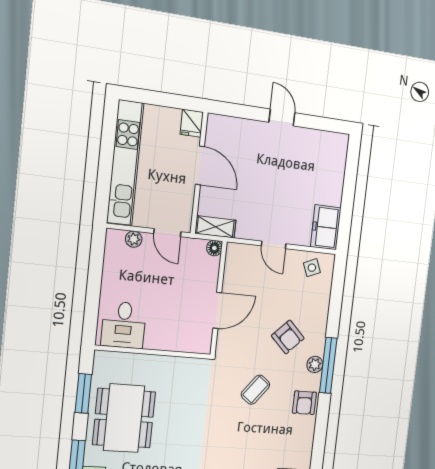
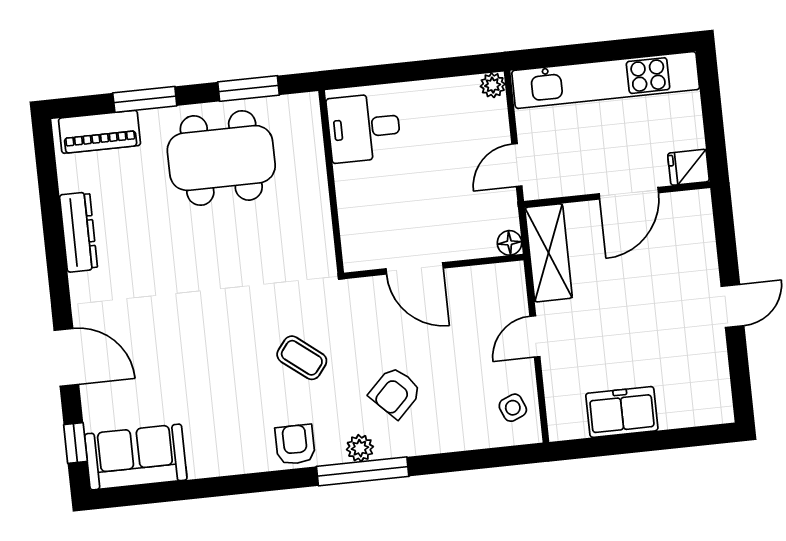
shelving: (215, 227) -> (549, 253), width x1.50, depth x1.33
freezer: (326, 227) -> (622, 412), moved
plant: (134, 239) -> (493, 85), moved
armchair: (304, 403) -> (295, 445), turned 90

